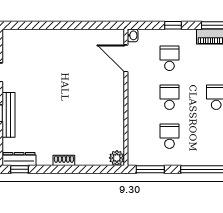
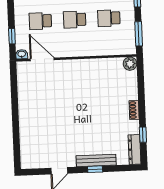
window: (173, 25) -> (12, 36), moved
door: (126, 58) -> (42, 59), swing flipped
window: (20, 169) -> (143, 135), moved

